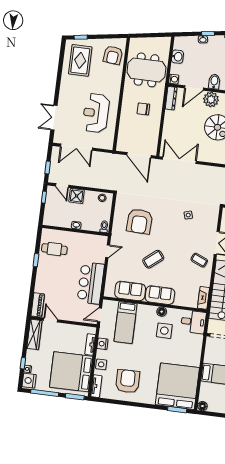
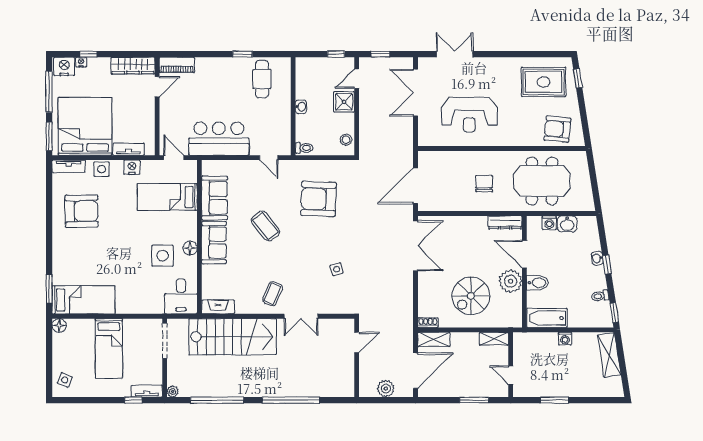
meeting table: (146, 70) -> (542, 181), turned 90
washing machine: (174, 79) -> (549, 223), moved
reception desk: (96, 113) -> (469, 115), turned 180
bed: (177, 386) -> (84, 300), width x0.49

